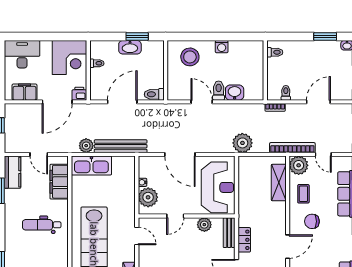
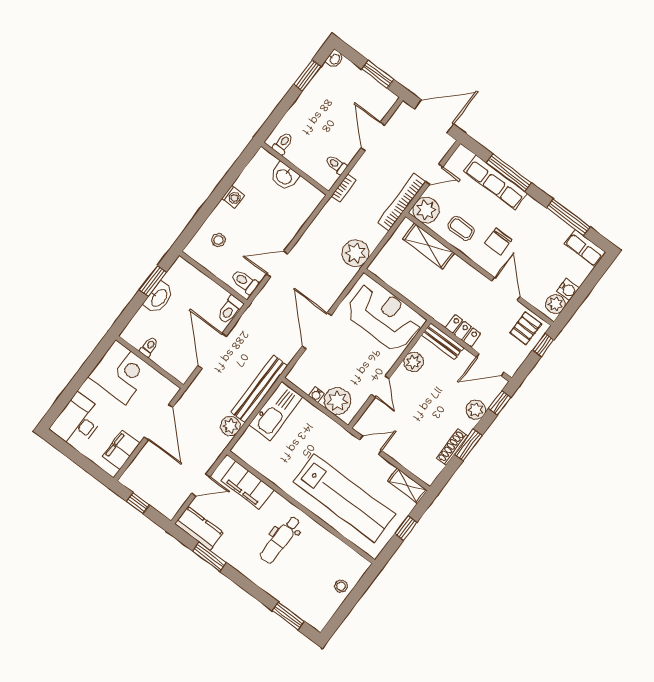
stool: (190, 57) -> (218, 240), width x0.53, depth x0.53
toilet: (219, 91) -> (245, 282), moved
washbasin: (235, 93) -> (284, 176), moved, turned -90
printer: (79, 94) -> (168, 391), removed
door: (180, 154) -> (317, 331), swing flipped
kitchen sink: (91, 166) -> (276, 411), moved

